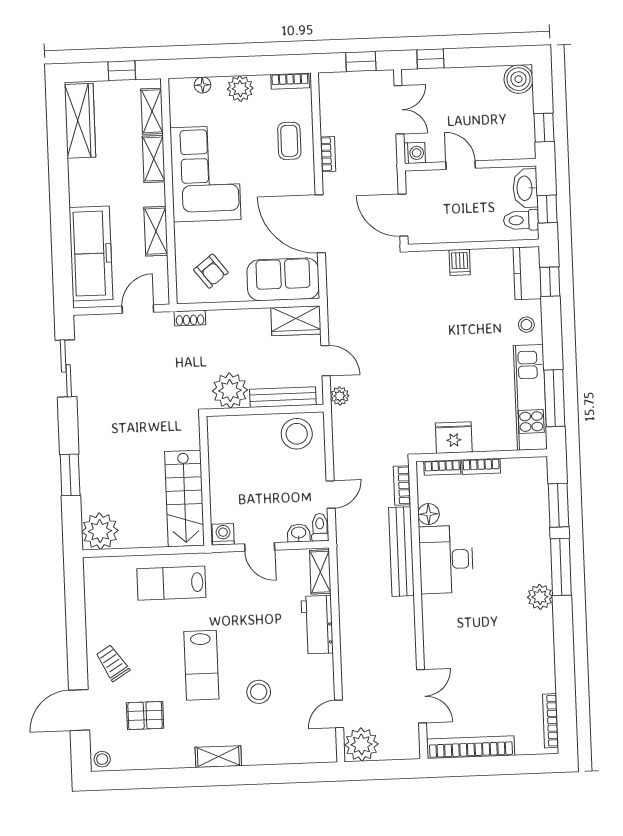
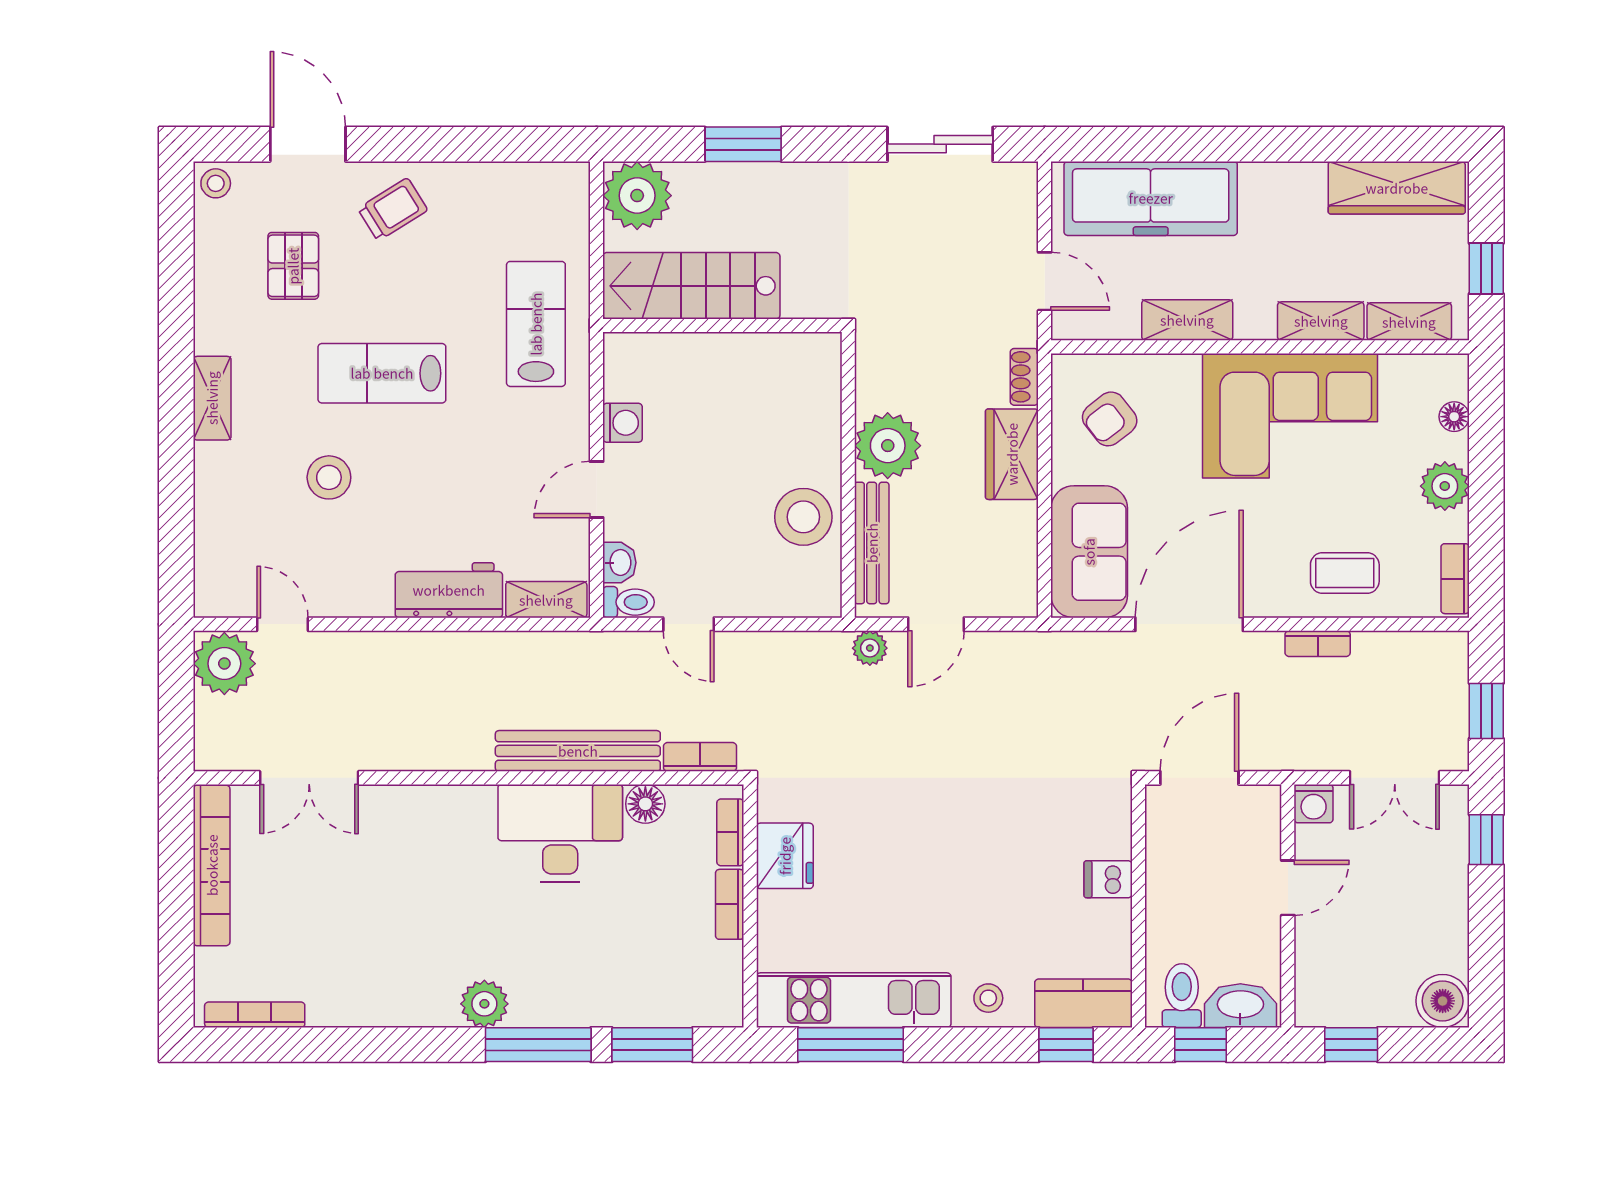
wardrobe: (296, 321) -> (1012, 454), moved
stool: (297, 434) -> (803, 517), moved
wall: (205, 481) -> (722, 326), moved
stairs: (185, 499) -> (691, 286), moved

